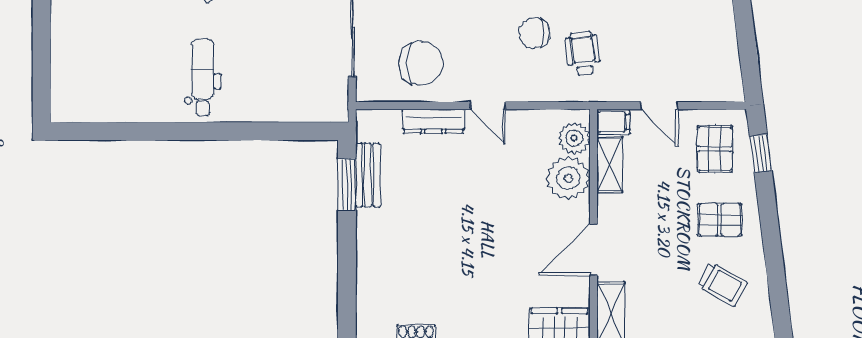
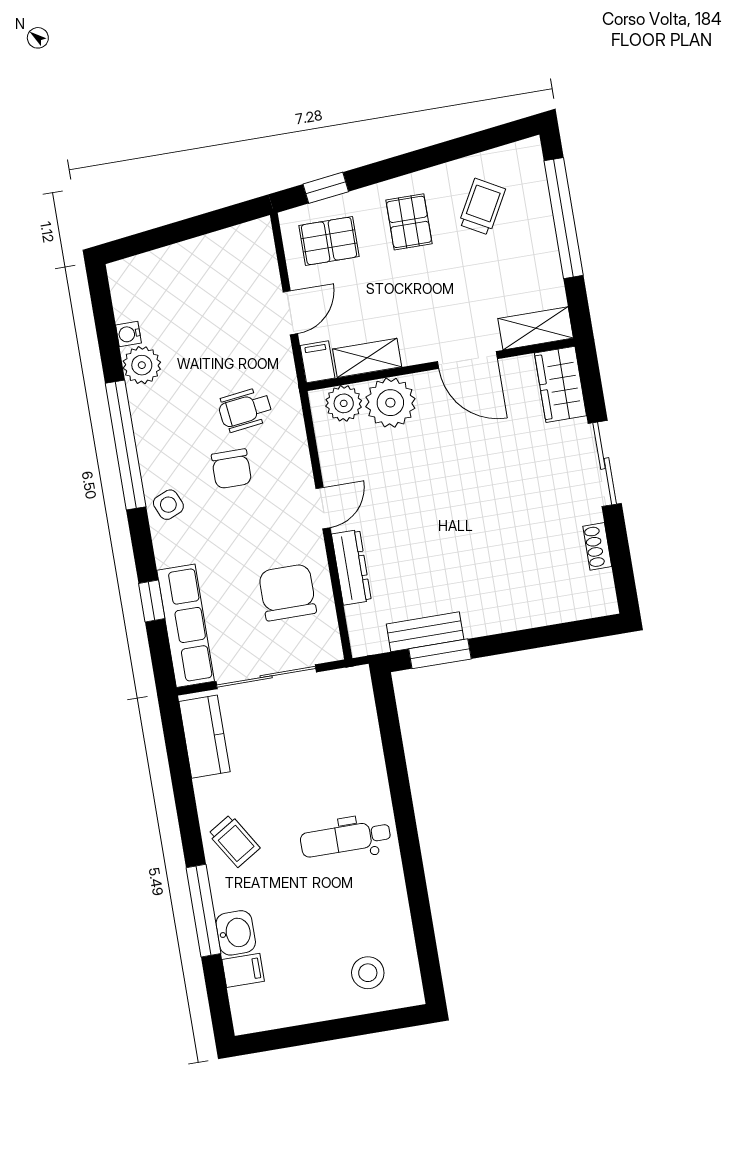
stool: (85, 77) -> (368, 973), added

